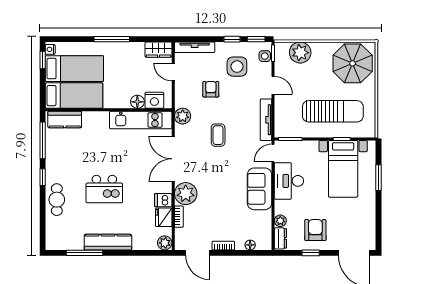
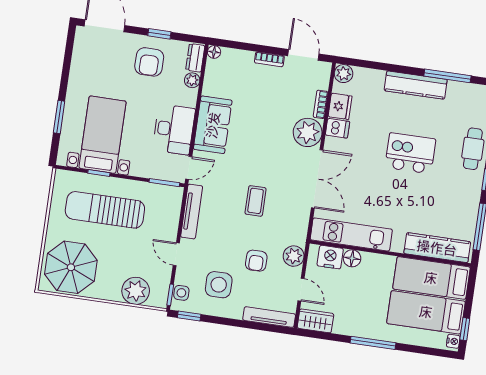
window: (232, 39) -> (220, 321), removed
plant: (183, 116) -> (294, 256), moved
kitchen counter: (65, 120) -> (437, 248), width x1.50
floor lamp: (250, 245) -> (214, 52), moved

